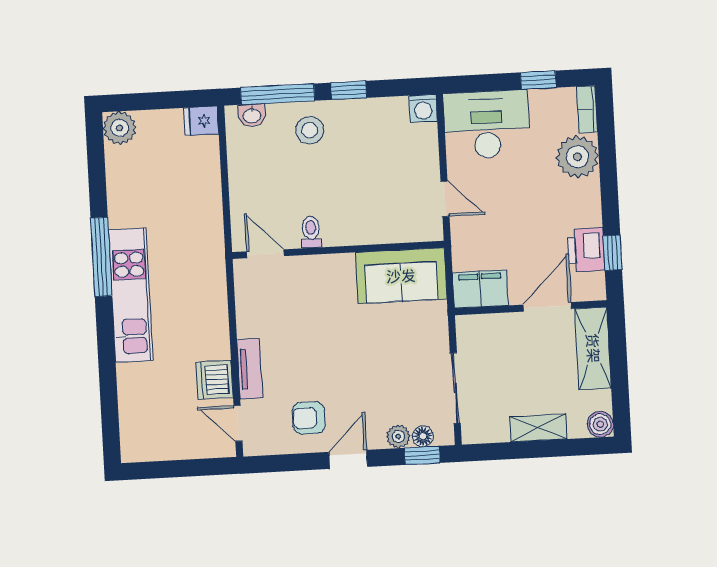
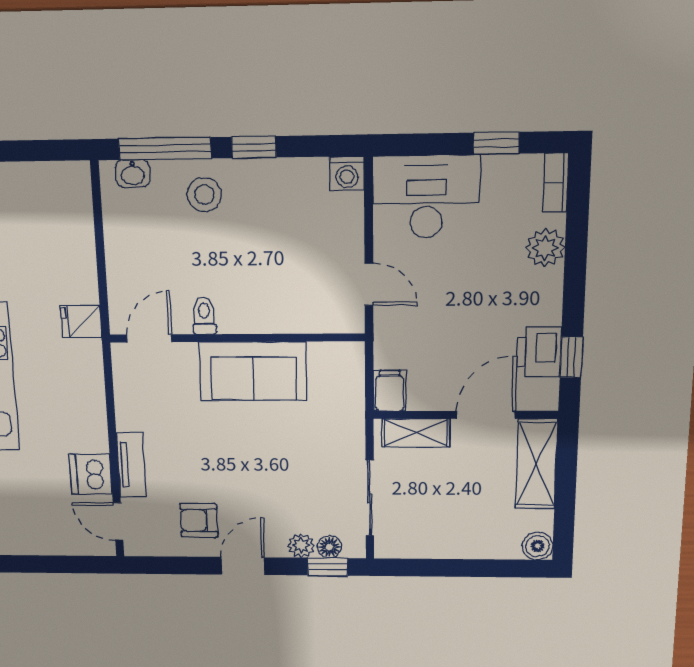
fridge: (201, 121) -> (81, 321), moved
plant: (577, 157) -> (545, 248), width x0.73, depth x0.73
door: (265, 254) -> (149, 338), hinge flipped
sofa: (401, 276) -> (253, 371), moved
filing cabinet: (480, 289) -> (390, 391), width x0.50
shelving: (538, 428) -> (416, 433), moved

